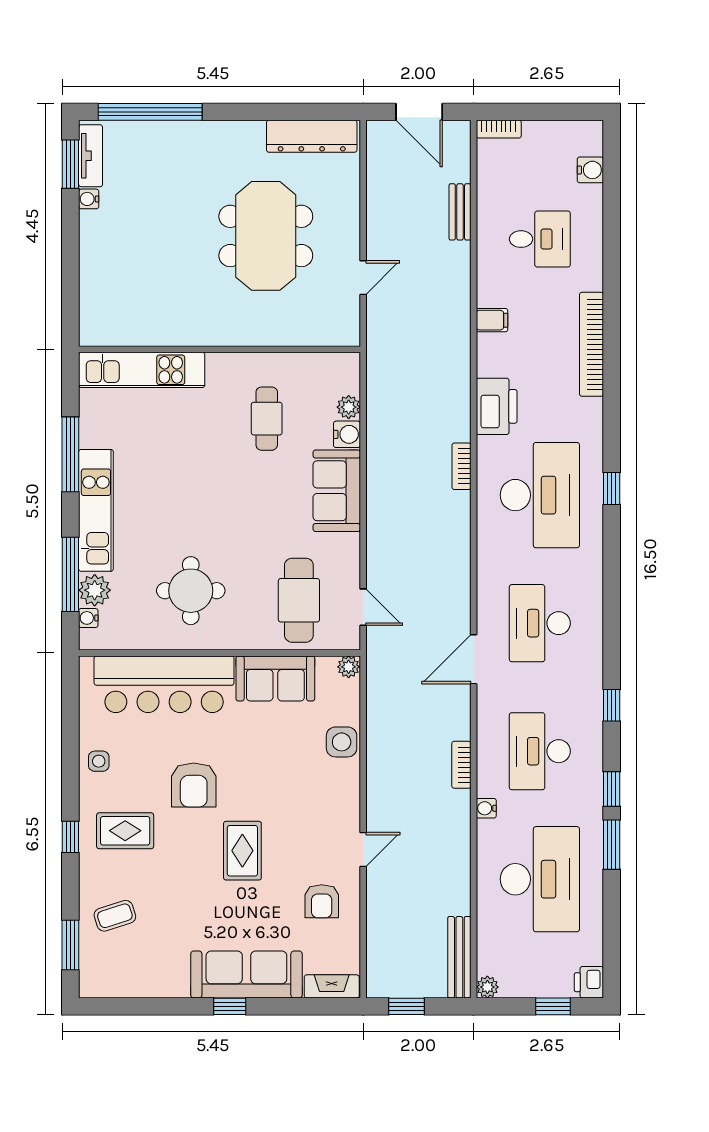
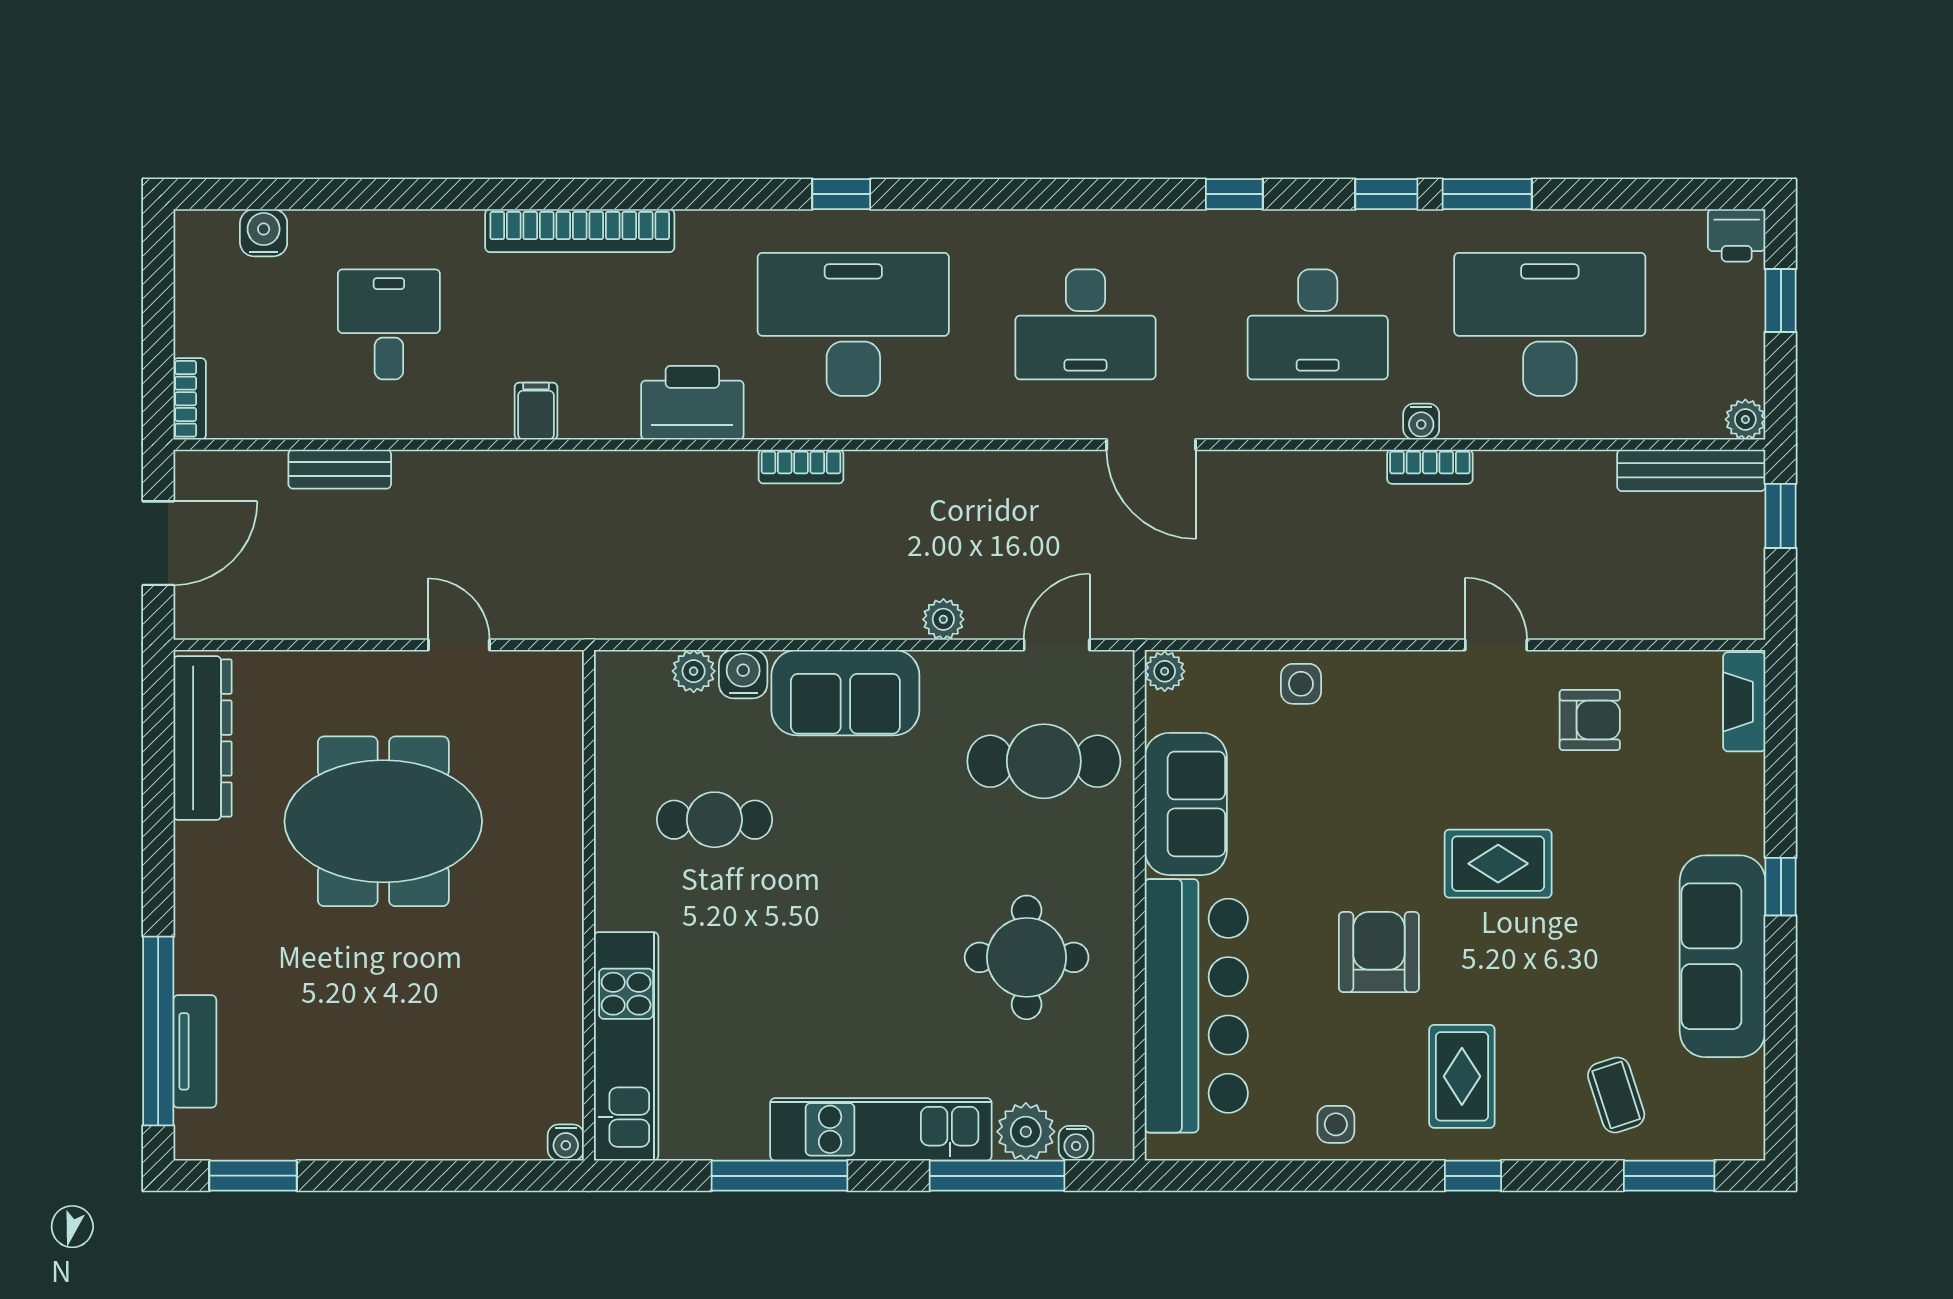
tv unit: (91, 156) -> (195, 1051), moved, turned 90
water cooler: (89, 199) -> (566, 1142), moved
plant: (377, 545) -> (943, 619), added
side table: (342, 742) -> (1301, 684), width x0.73, depth x0.73
bookcase: (461, 765) -> (1430, 467), moved
armchair: (194, 785) -> (1379, 952), turned -90
sofa: (246, 974) -> (1723, 956), moved
window: (406, 1006) -> (1781, 516), moved

